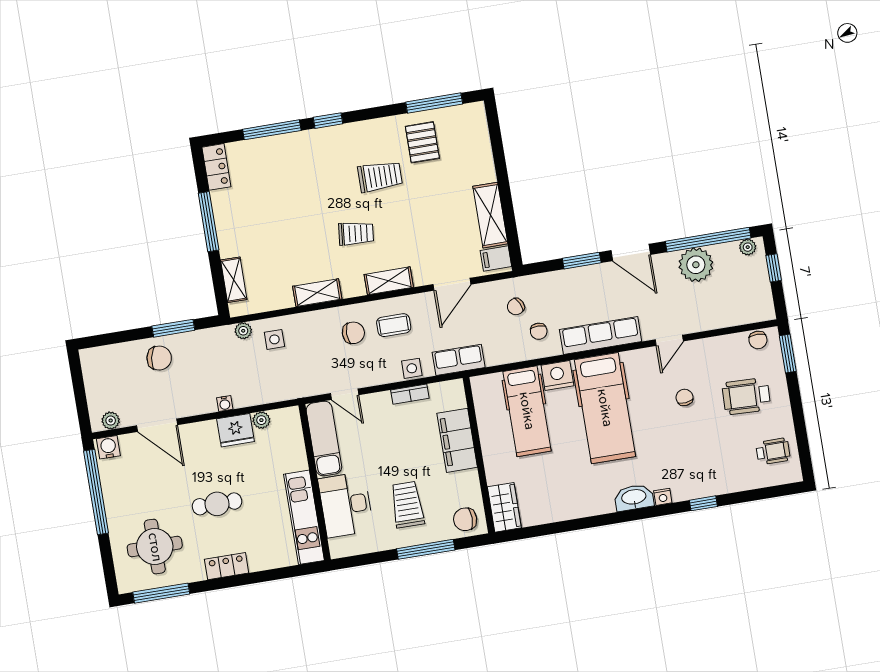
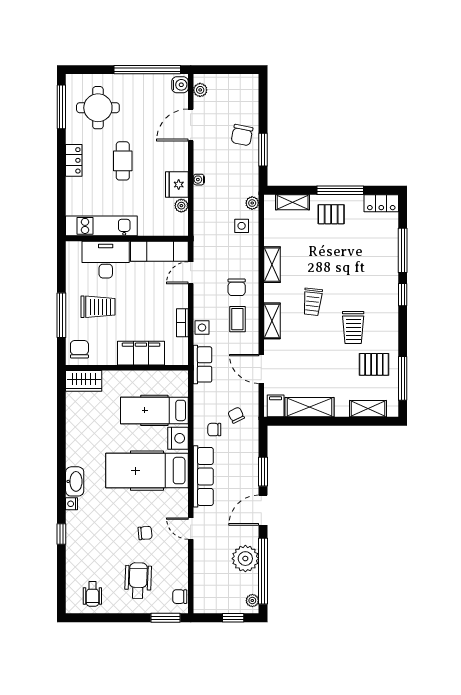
shelving: (480, 141) -> (368, 409), added
pallet: (241, 228) -> (331, 214), added

